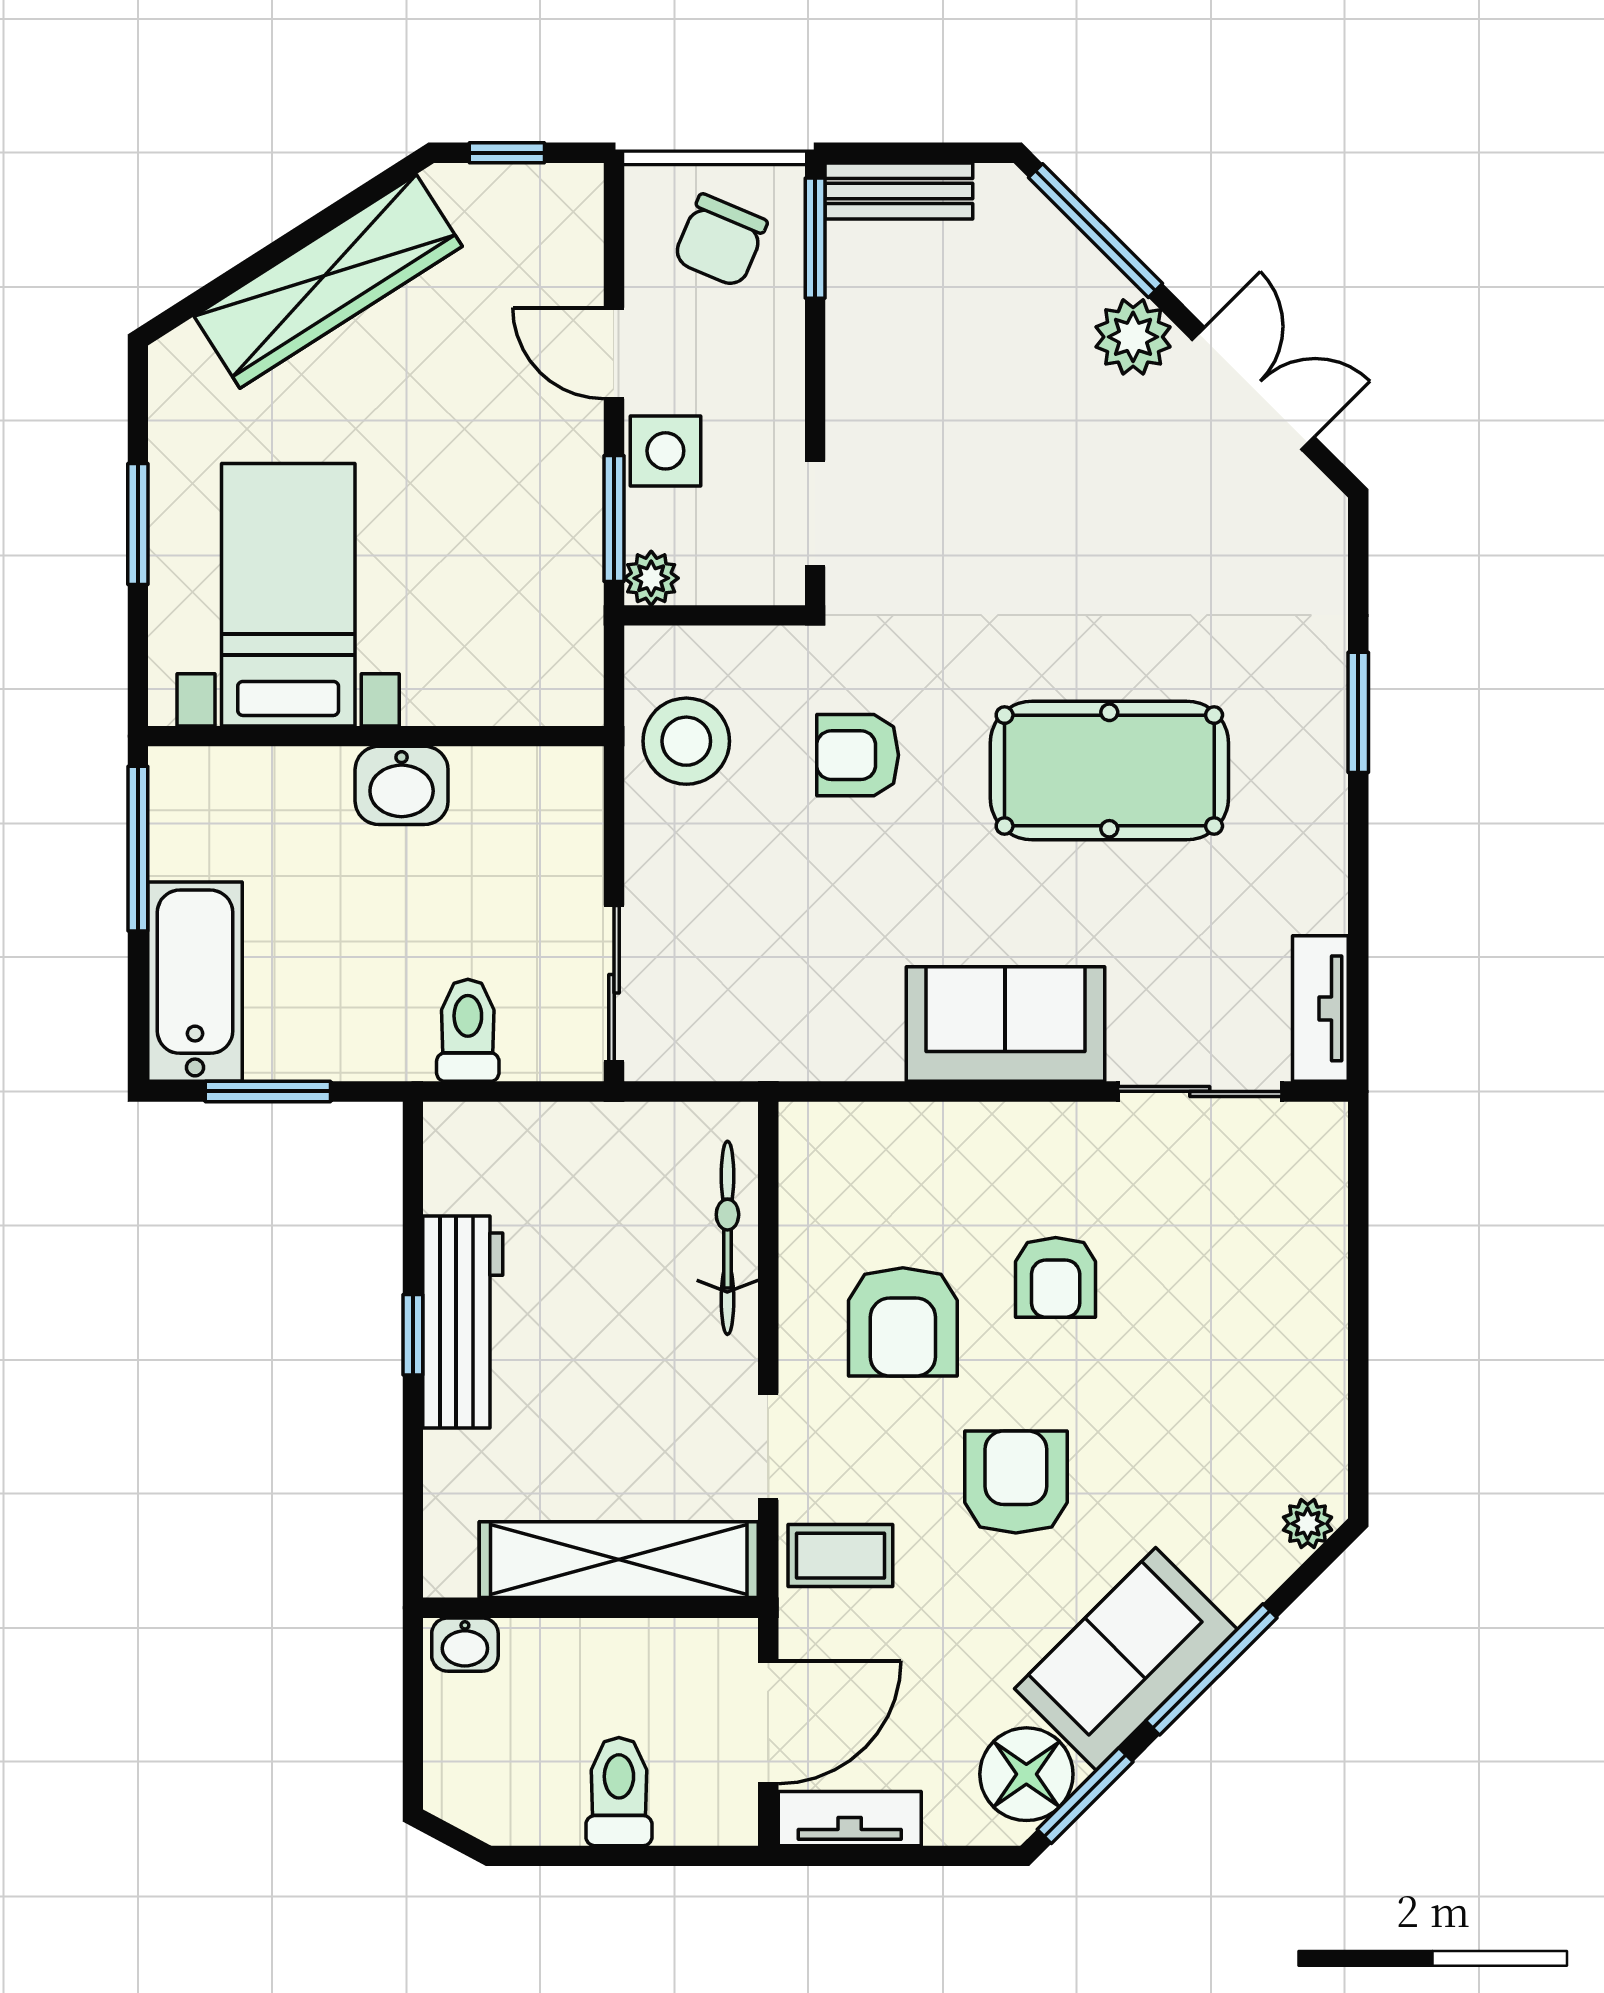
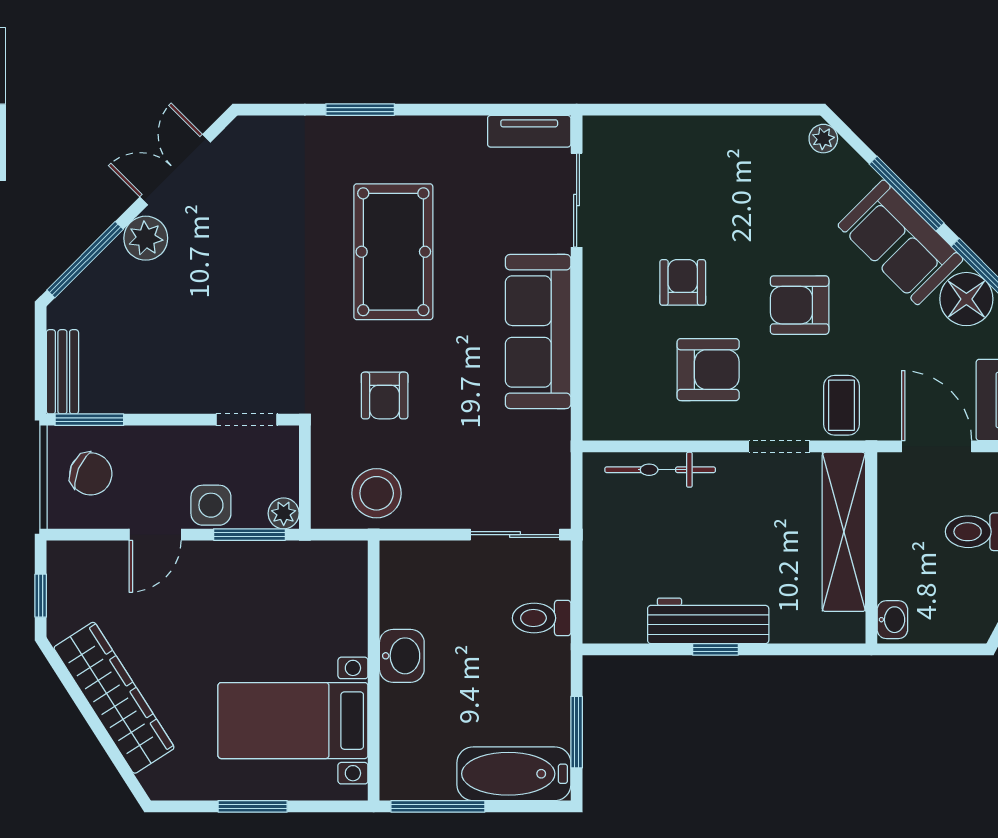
sofa: (1005, 1024) -> (538, 331), width x1.36
armchair: (1056, 1277) -> (683, 282), turned -90

